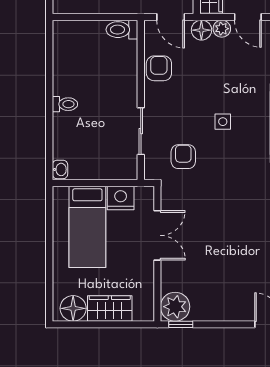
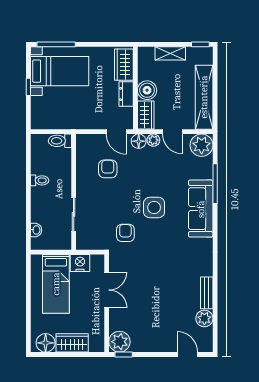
toilet: (122, 30) -> (60, 141), moved
wall: (141, 100) -> (74, 192), moved
toilet: (65, 104) -> (40, 180), moved
side table: (223, 122) -> (154, 208), width x1.87, depth x1.87
sliding door: (141, 131) -> (74, 214), moved
washbasin: (60, 169) -> (36, 230), moved

